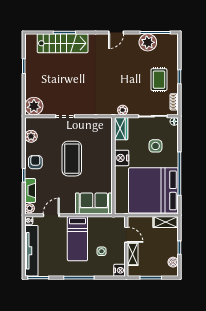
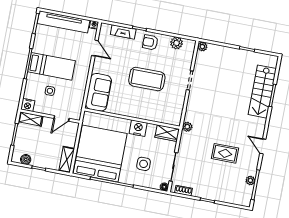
plant: (148, 42) -> (250, 180), width x0.53, depth x0.53
rug: (159, 80) -> (225, 153), moved
plant: (34, 106) -> (202, 47), width x0.53, depth x0.53
plant: (123, 110) -> (187, 127), moved
armchair: (35, 162) -> (150, 42), turned 180
plant: (30, 208) -> (106, 28), removed
bed: (77, 239) -> (52, 66), moved, turned 180
shelving: (133, 254) -> (31, 119), moved

